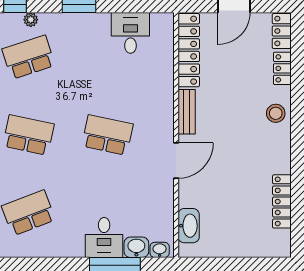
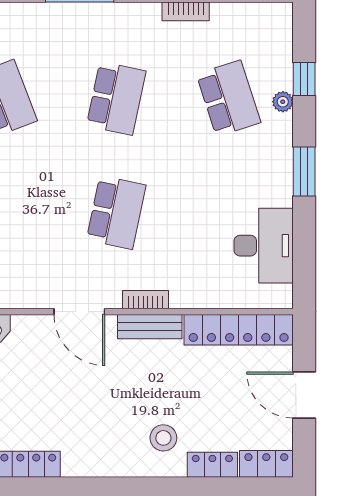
desk: (130, 33) -> (264, 246), width x1.37
stool: (276, 113) -> (163, 438), moved
bookcase: (168, 115) -> (145, 300), added

